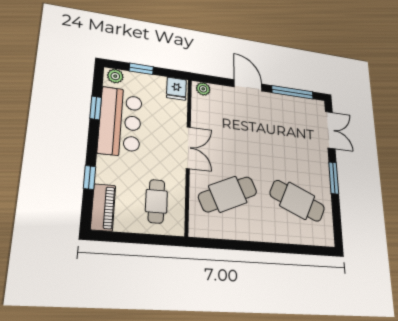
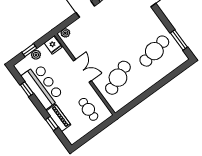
plant: (115, 76) -> (36, 55), moved
window: (334, 178) -> (179, 40), moved
cafe table: (297, 201) -> (154, 51), turned -36
piano: (103, 207) -> (58, 118), moved

